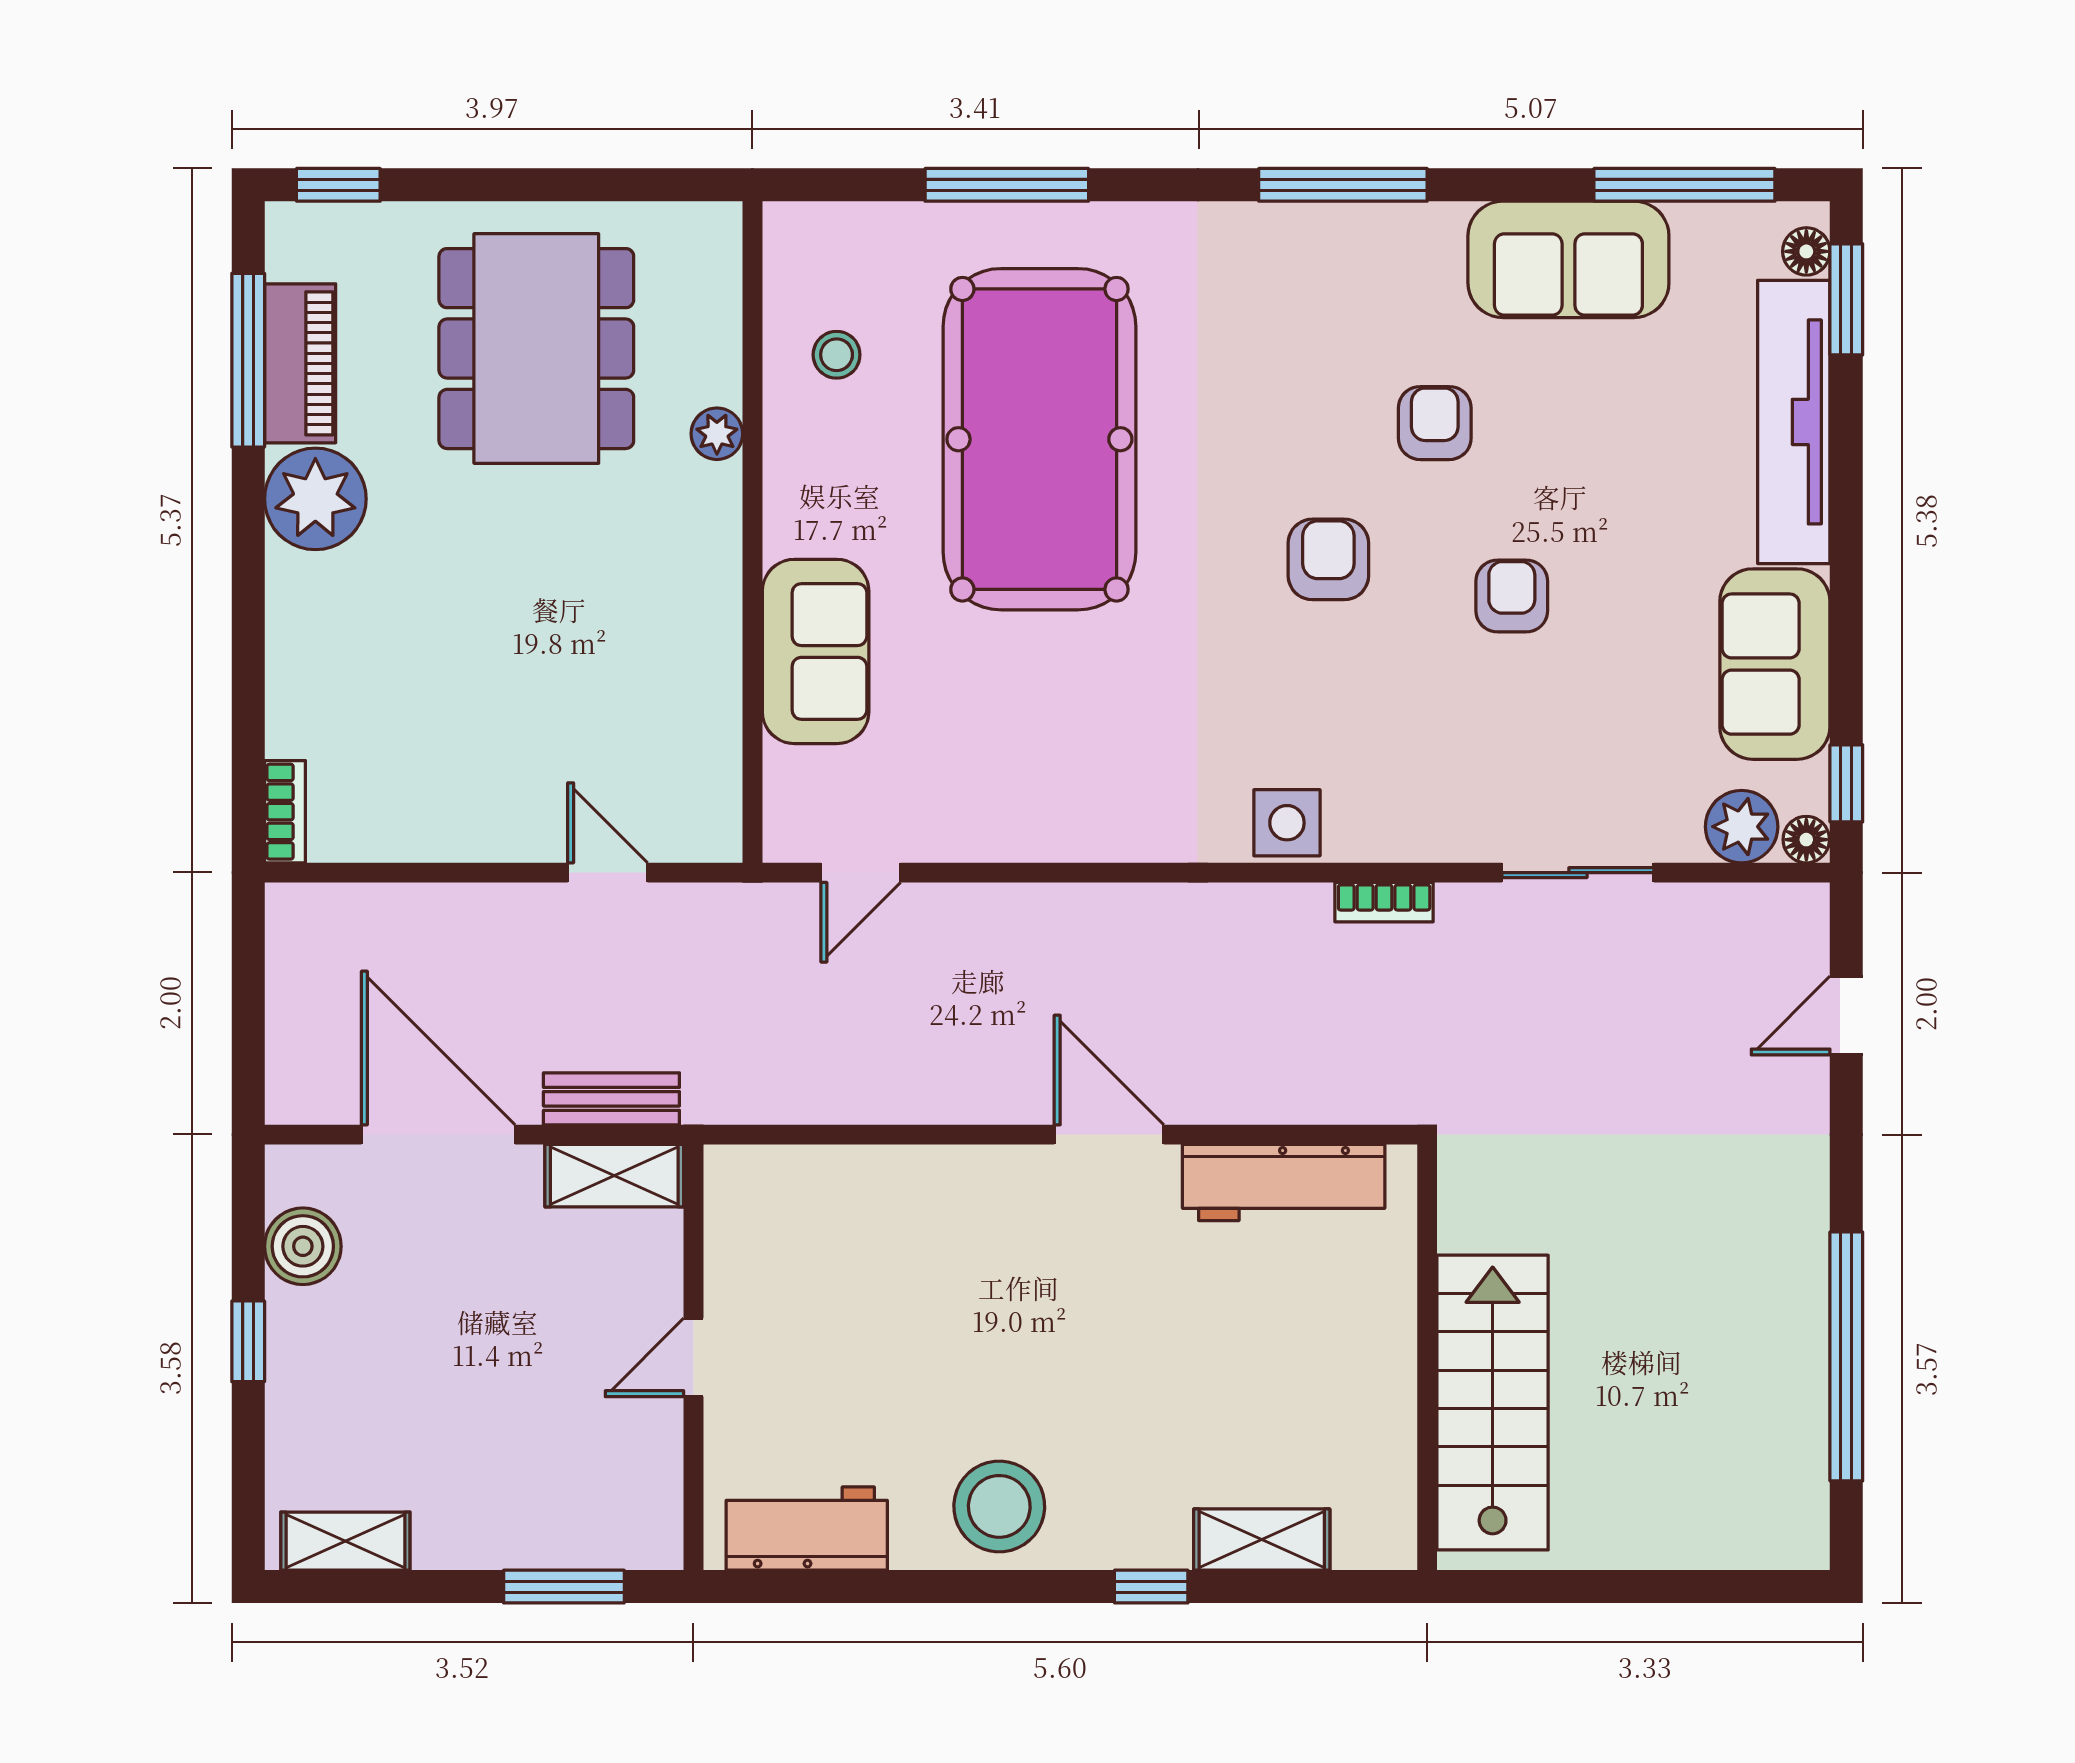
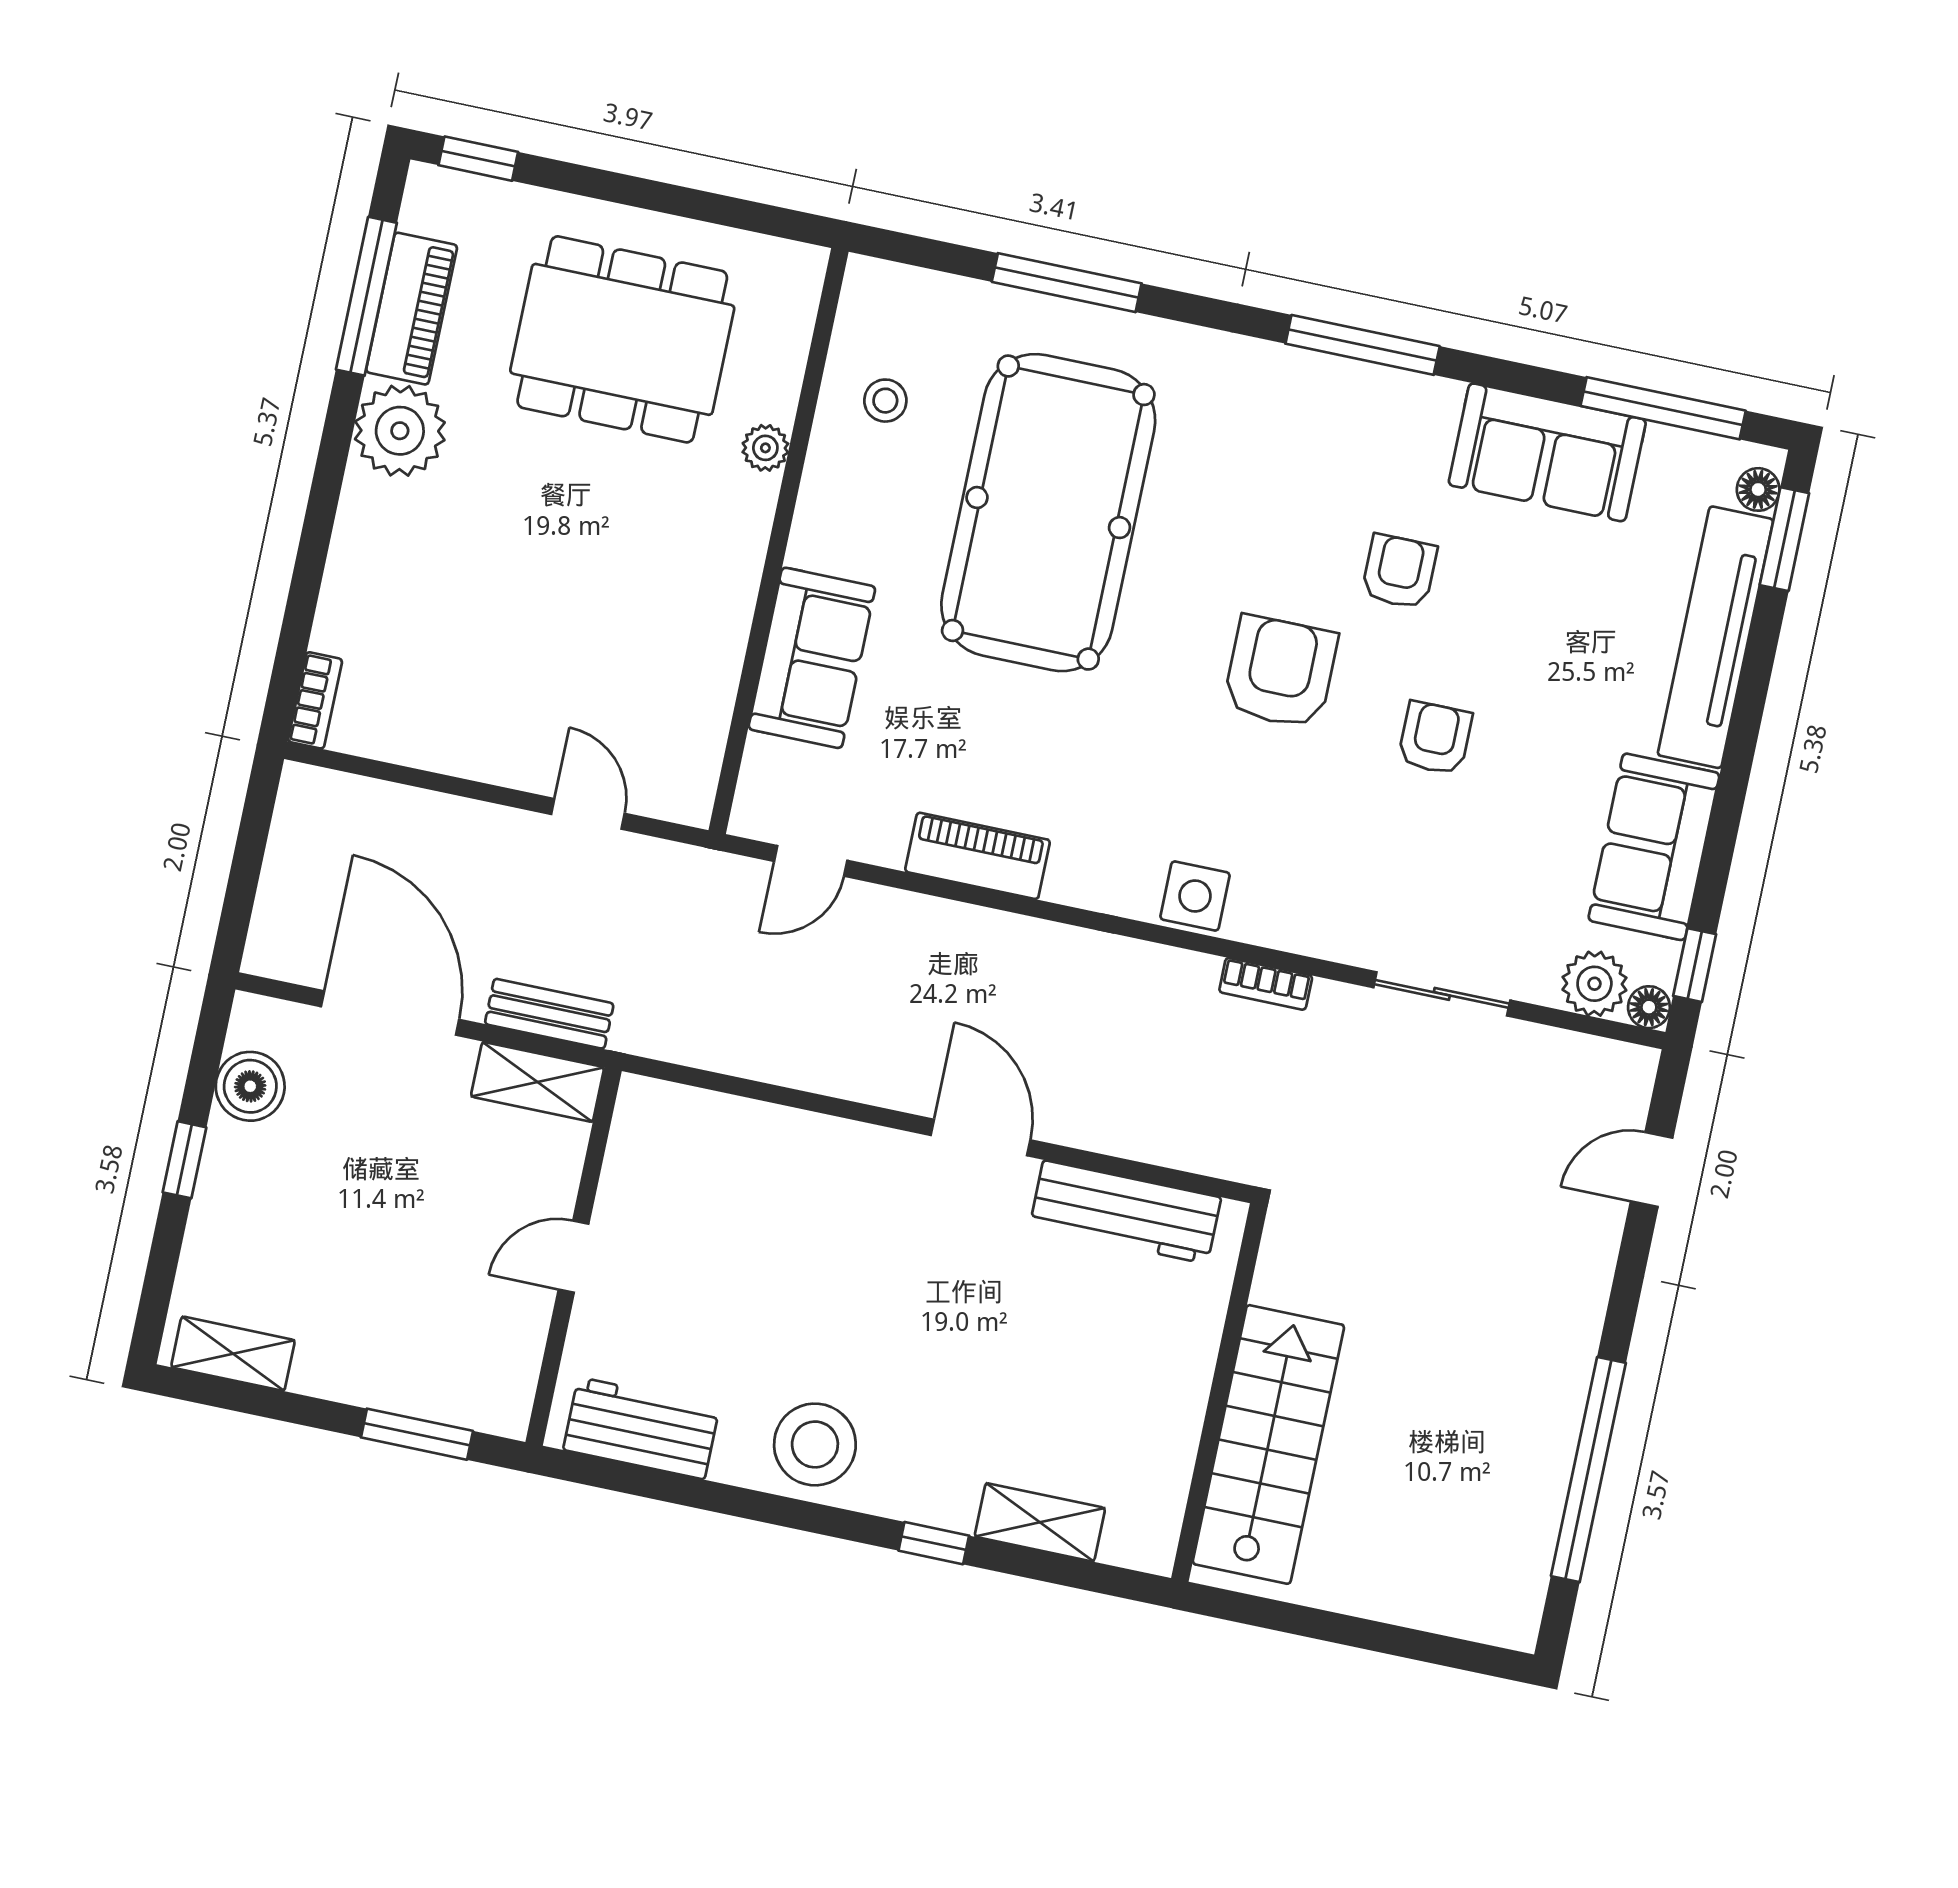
dining table: (536, 349) -> (622, 339), turned 90
armchair: (1328, 559) -> (1280, 672), width x1.38, depth x1.38
piano: (1041, 829) -> (978, 856), added

